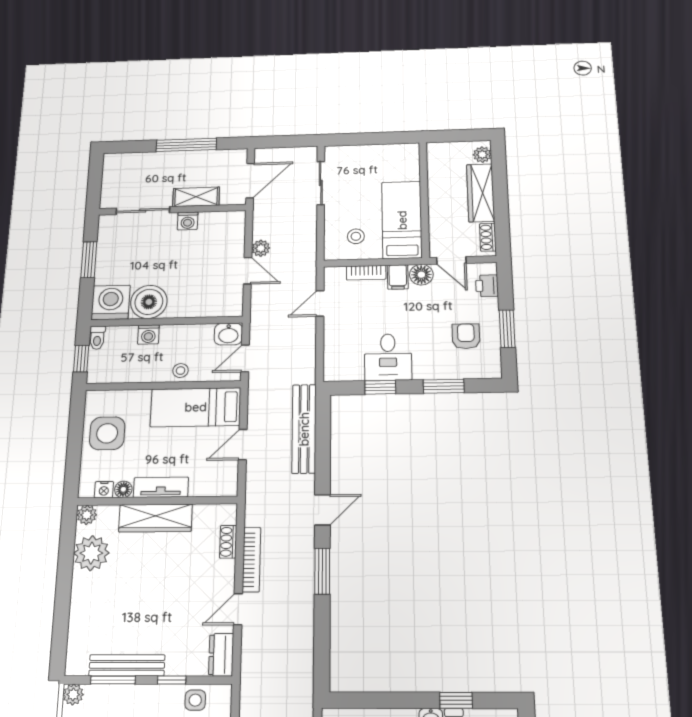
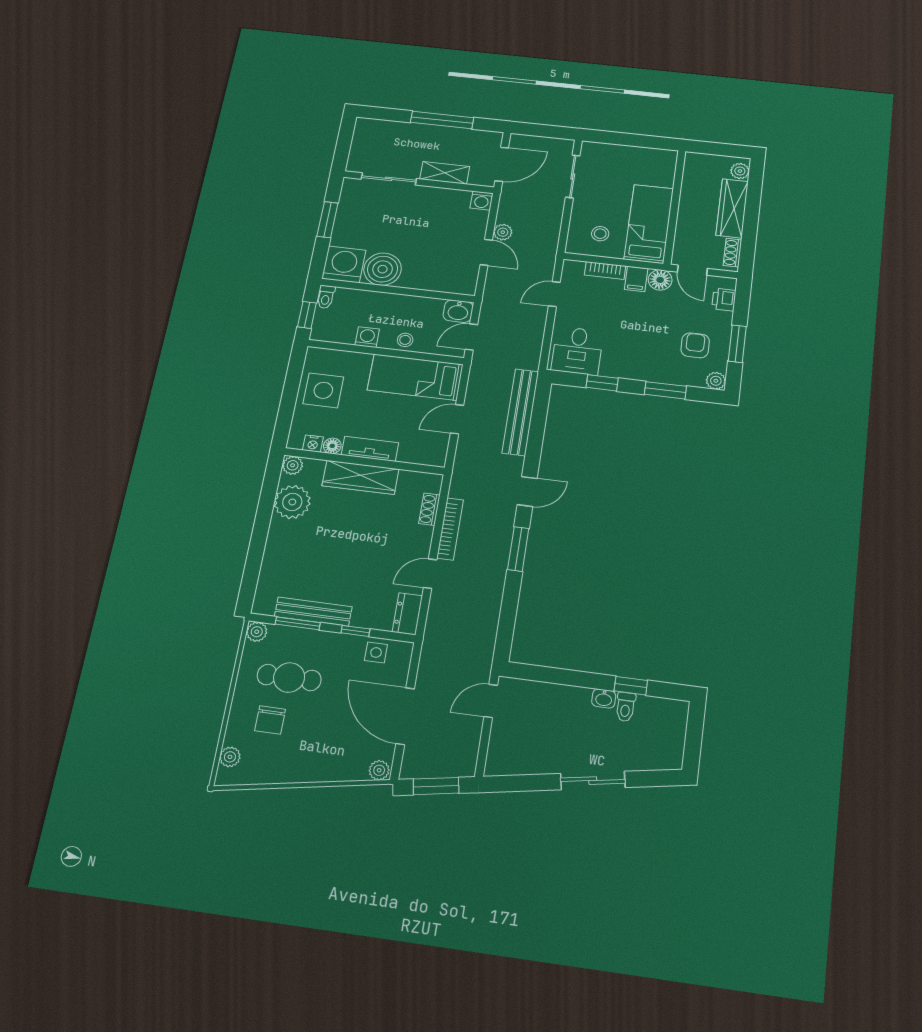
washing machine: (188, 221) -> (482, 201), moved
washing machine: (148, 335) -> (367, 337), moved, turned 180
desk: (388, 357) -> (577, 351), moved
plant: (492, 370) -> (716, 381), added

